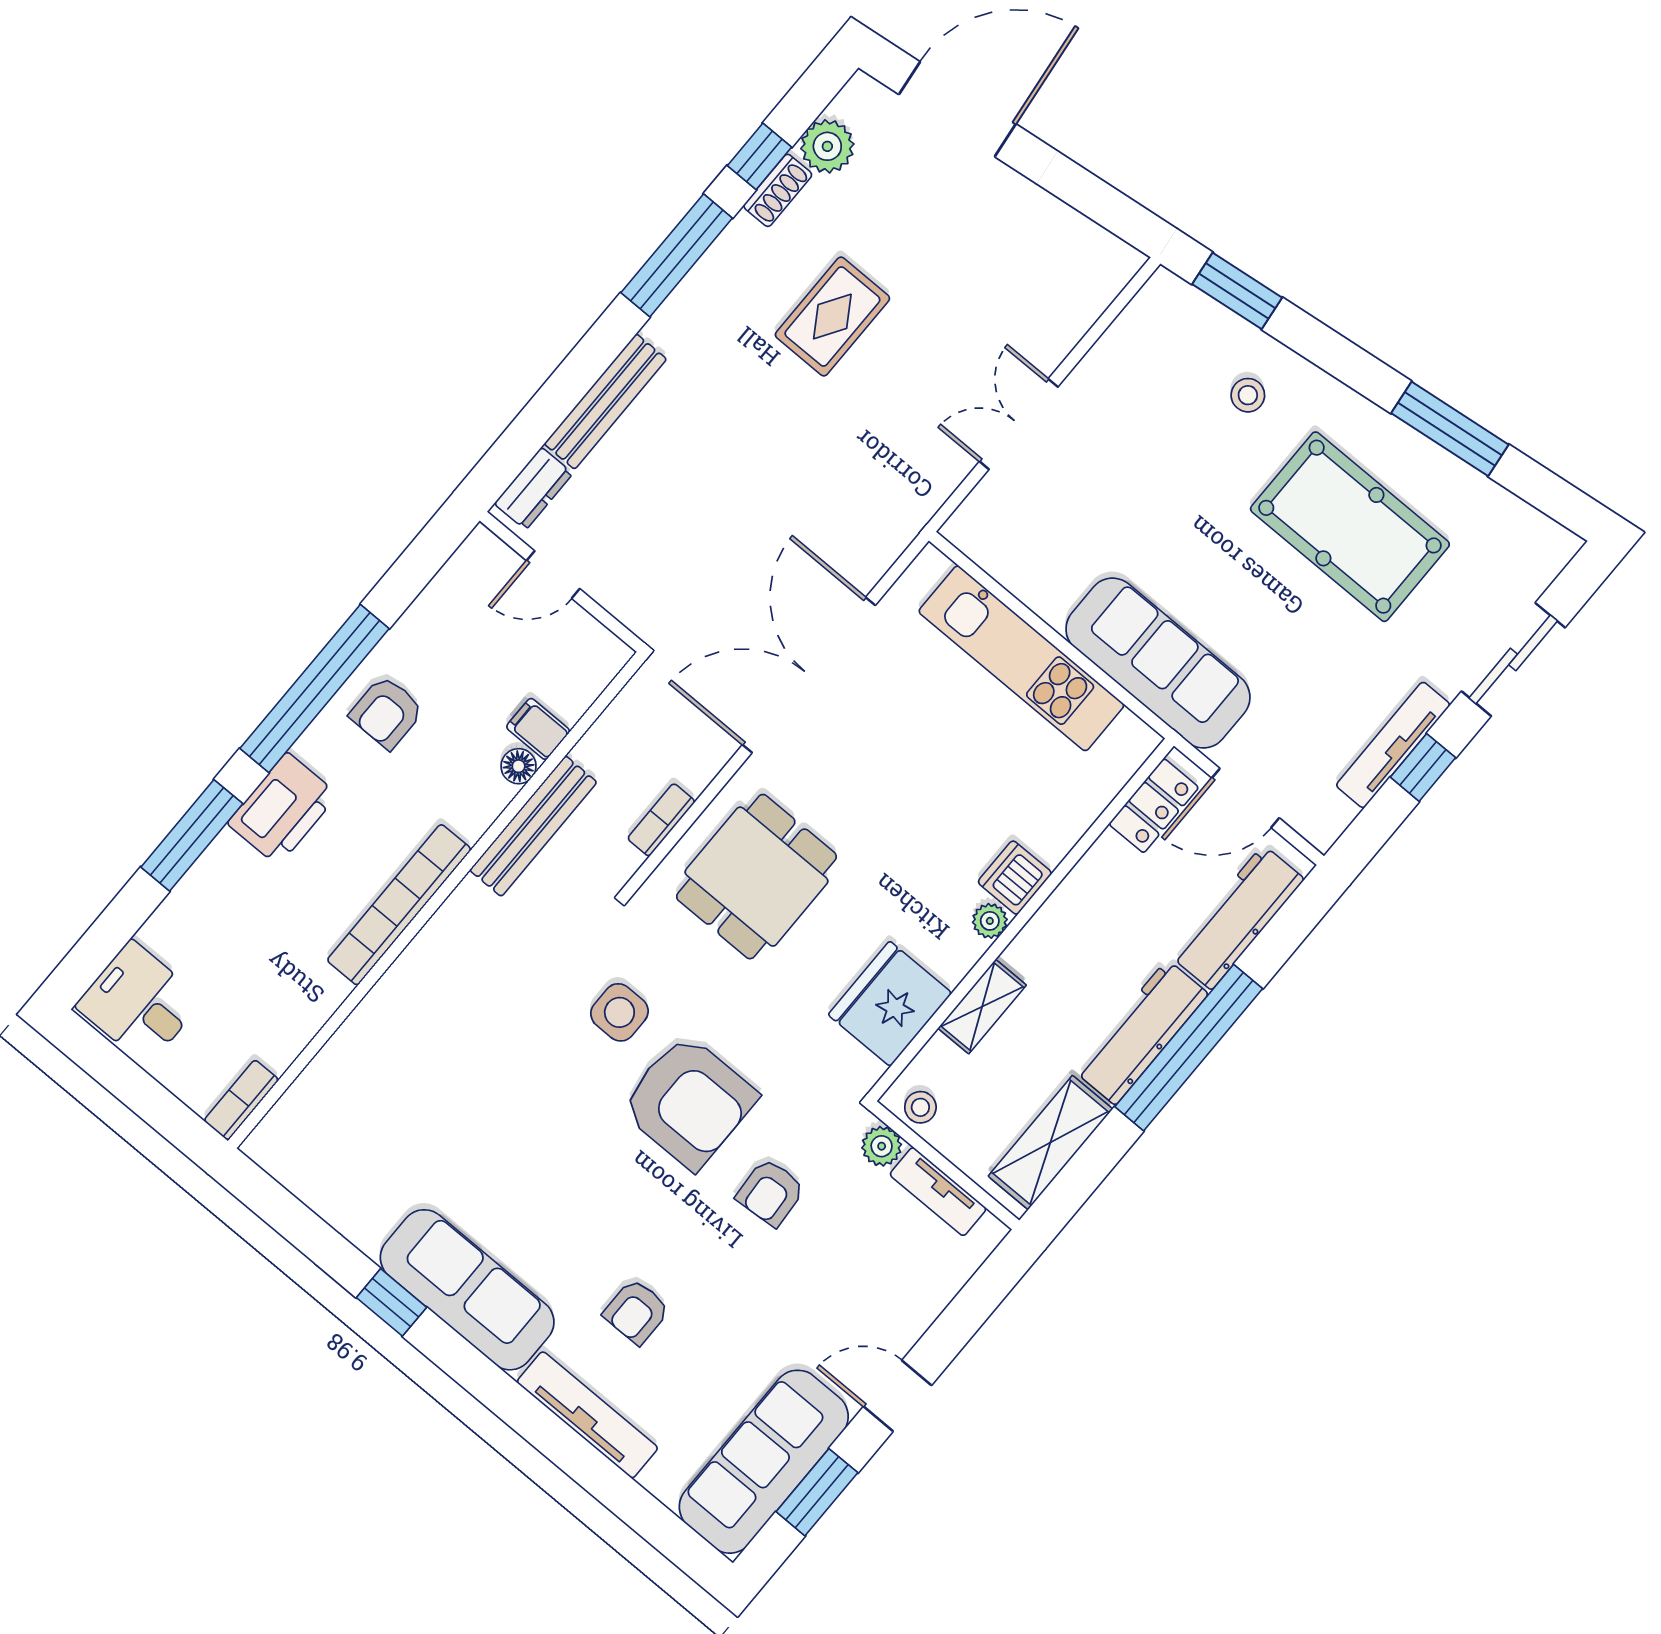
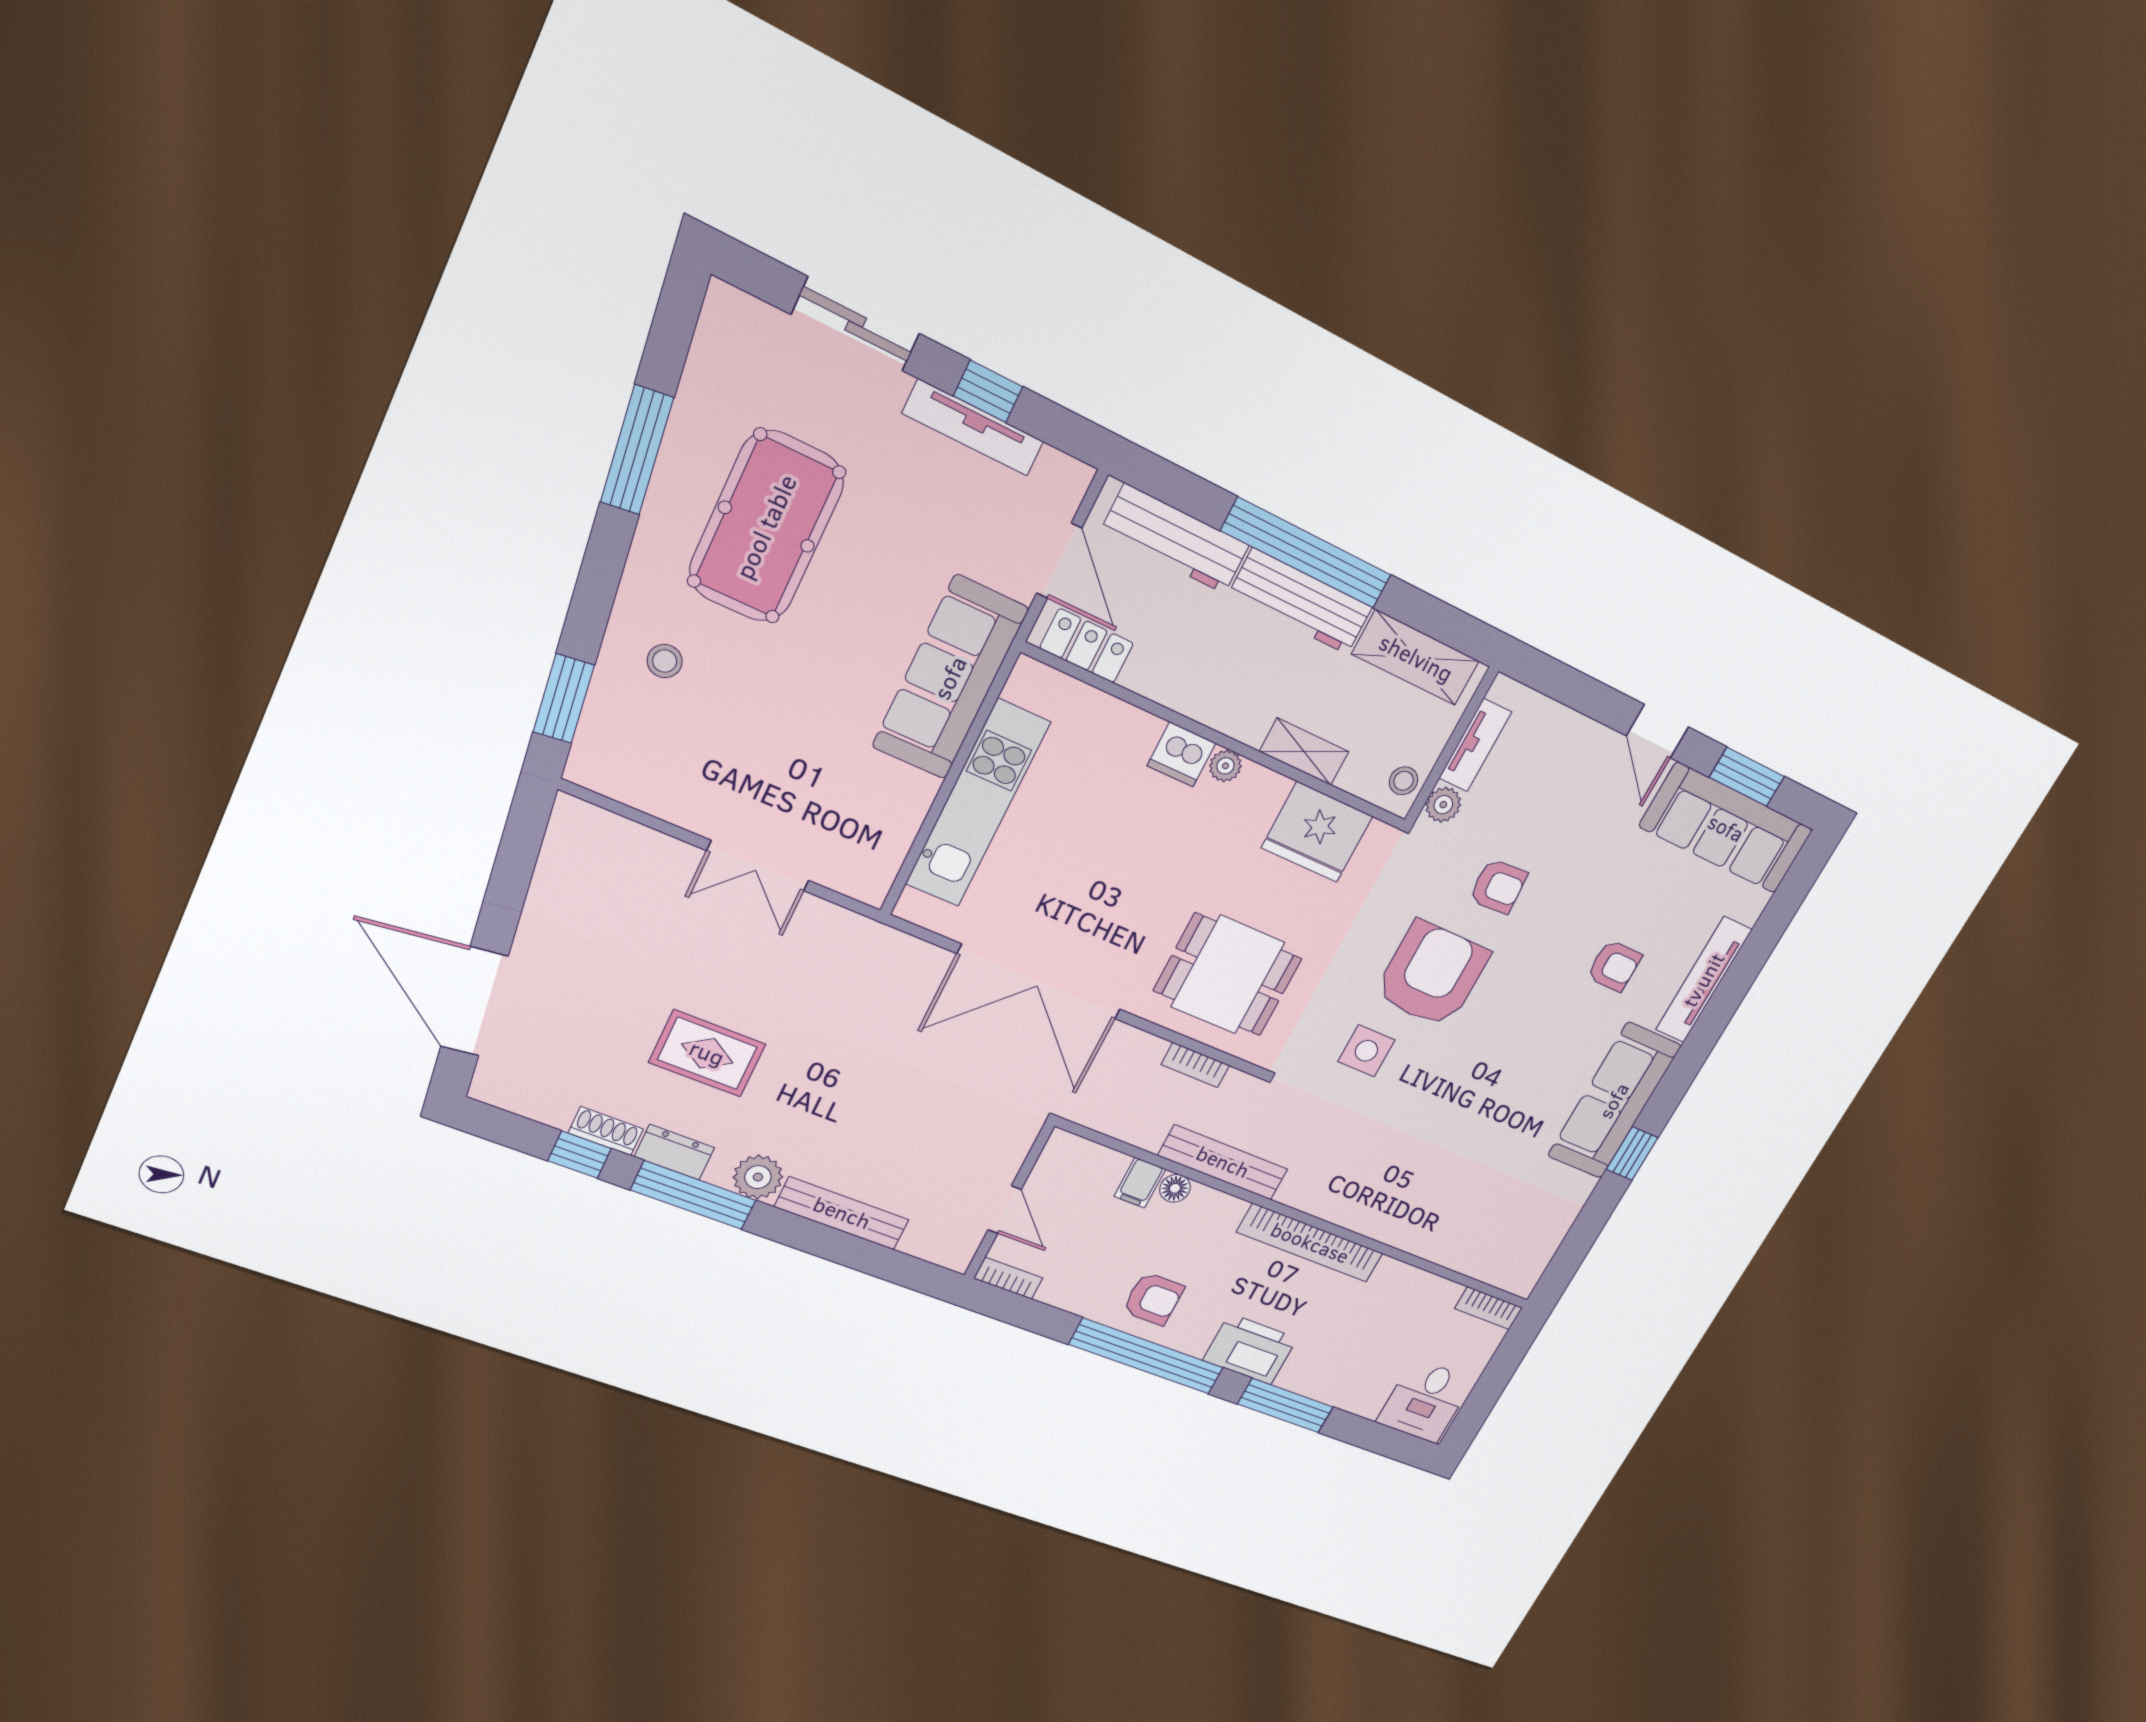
plant: (827, 146) -> (758, 1177), moved
dresser: (533, 489) -> (674, 1152), moved
bookcase: (467, 558) -> (1008, 1278), added

